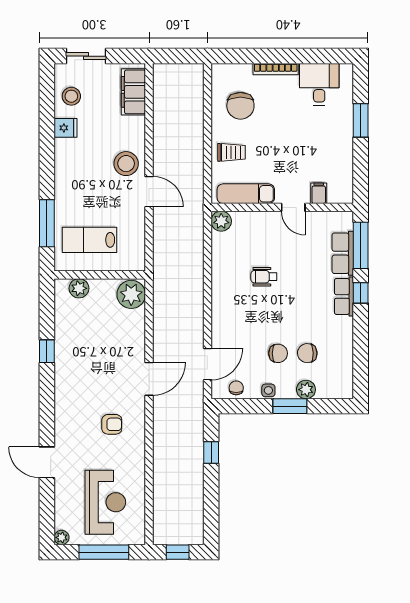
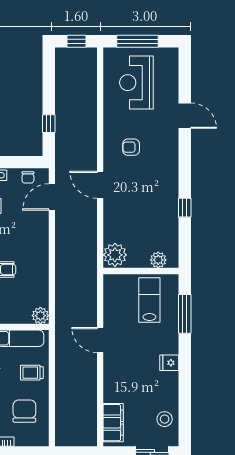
fridge: (66, 128) -> (169, 363), moved
stool: (126, 164) -> (119, 363), removed
lab bench: (90, 240) -> (149, 300), turned -90
door: (149, 379) -> (100, 185), hinge flipped
plant: (62, 537) -> (173, 53), removed

